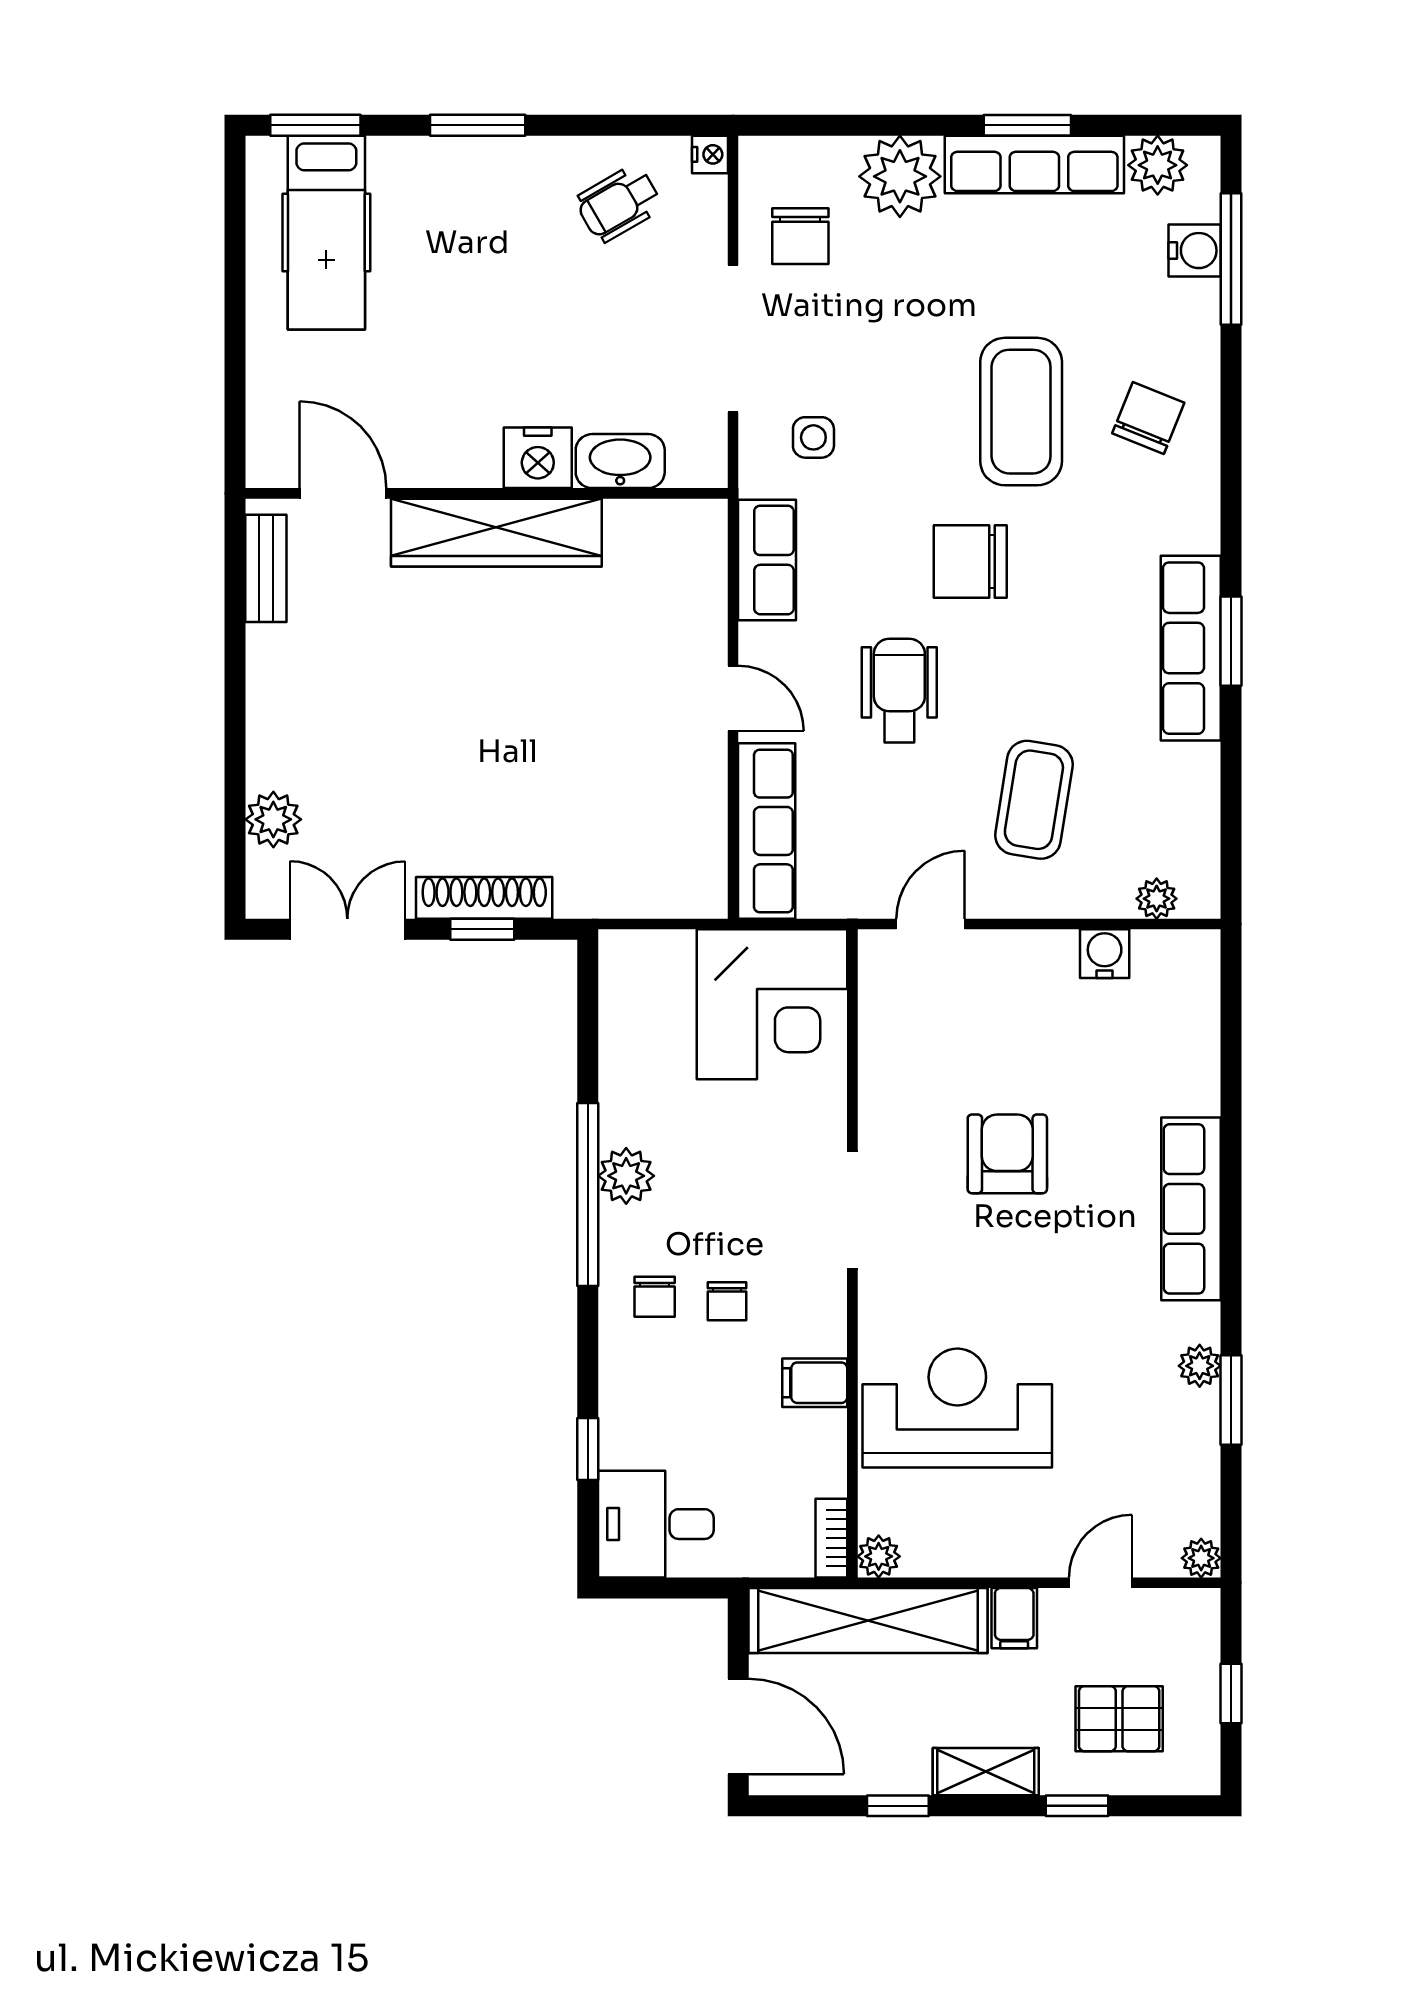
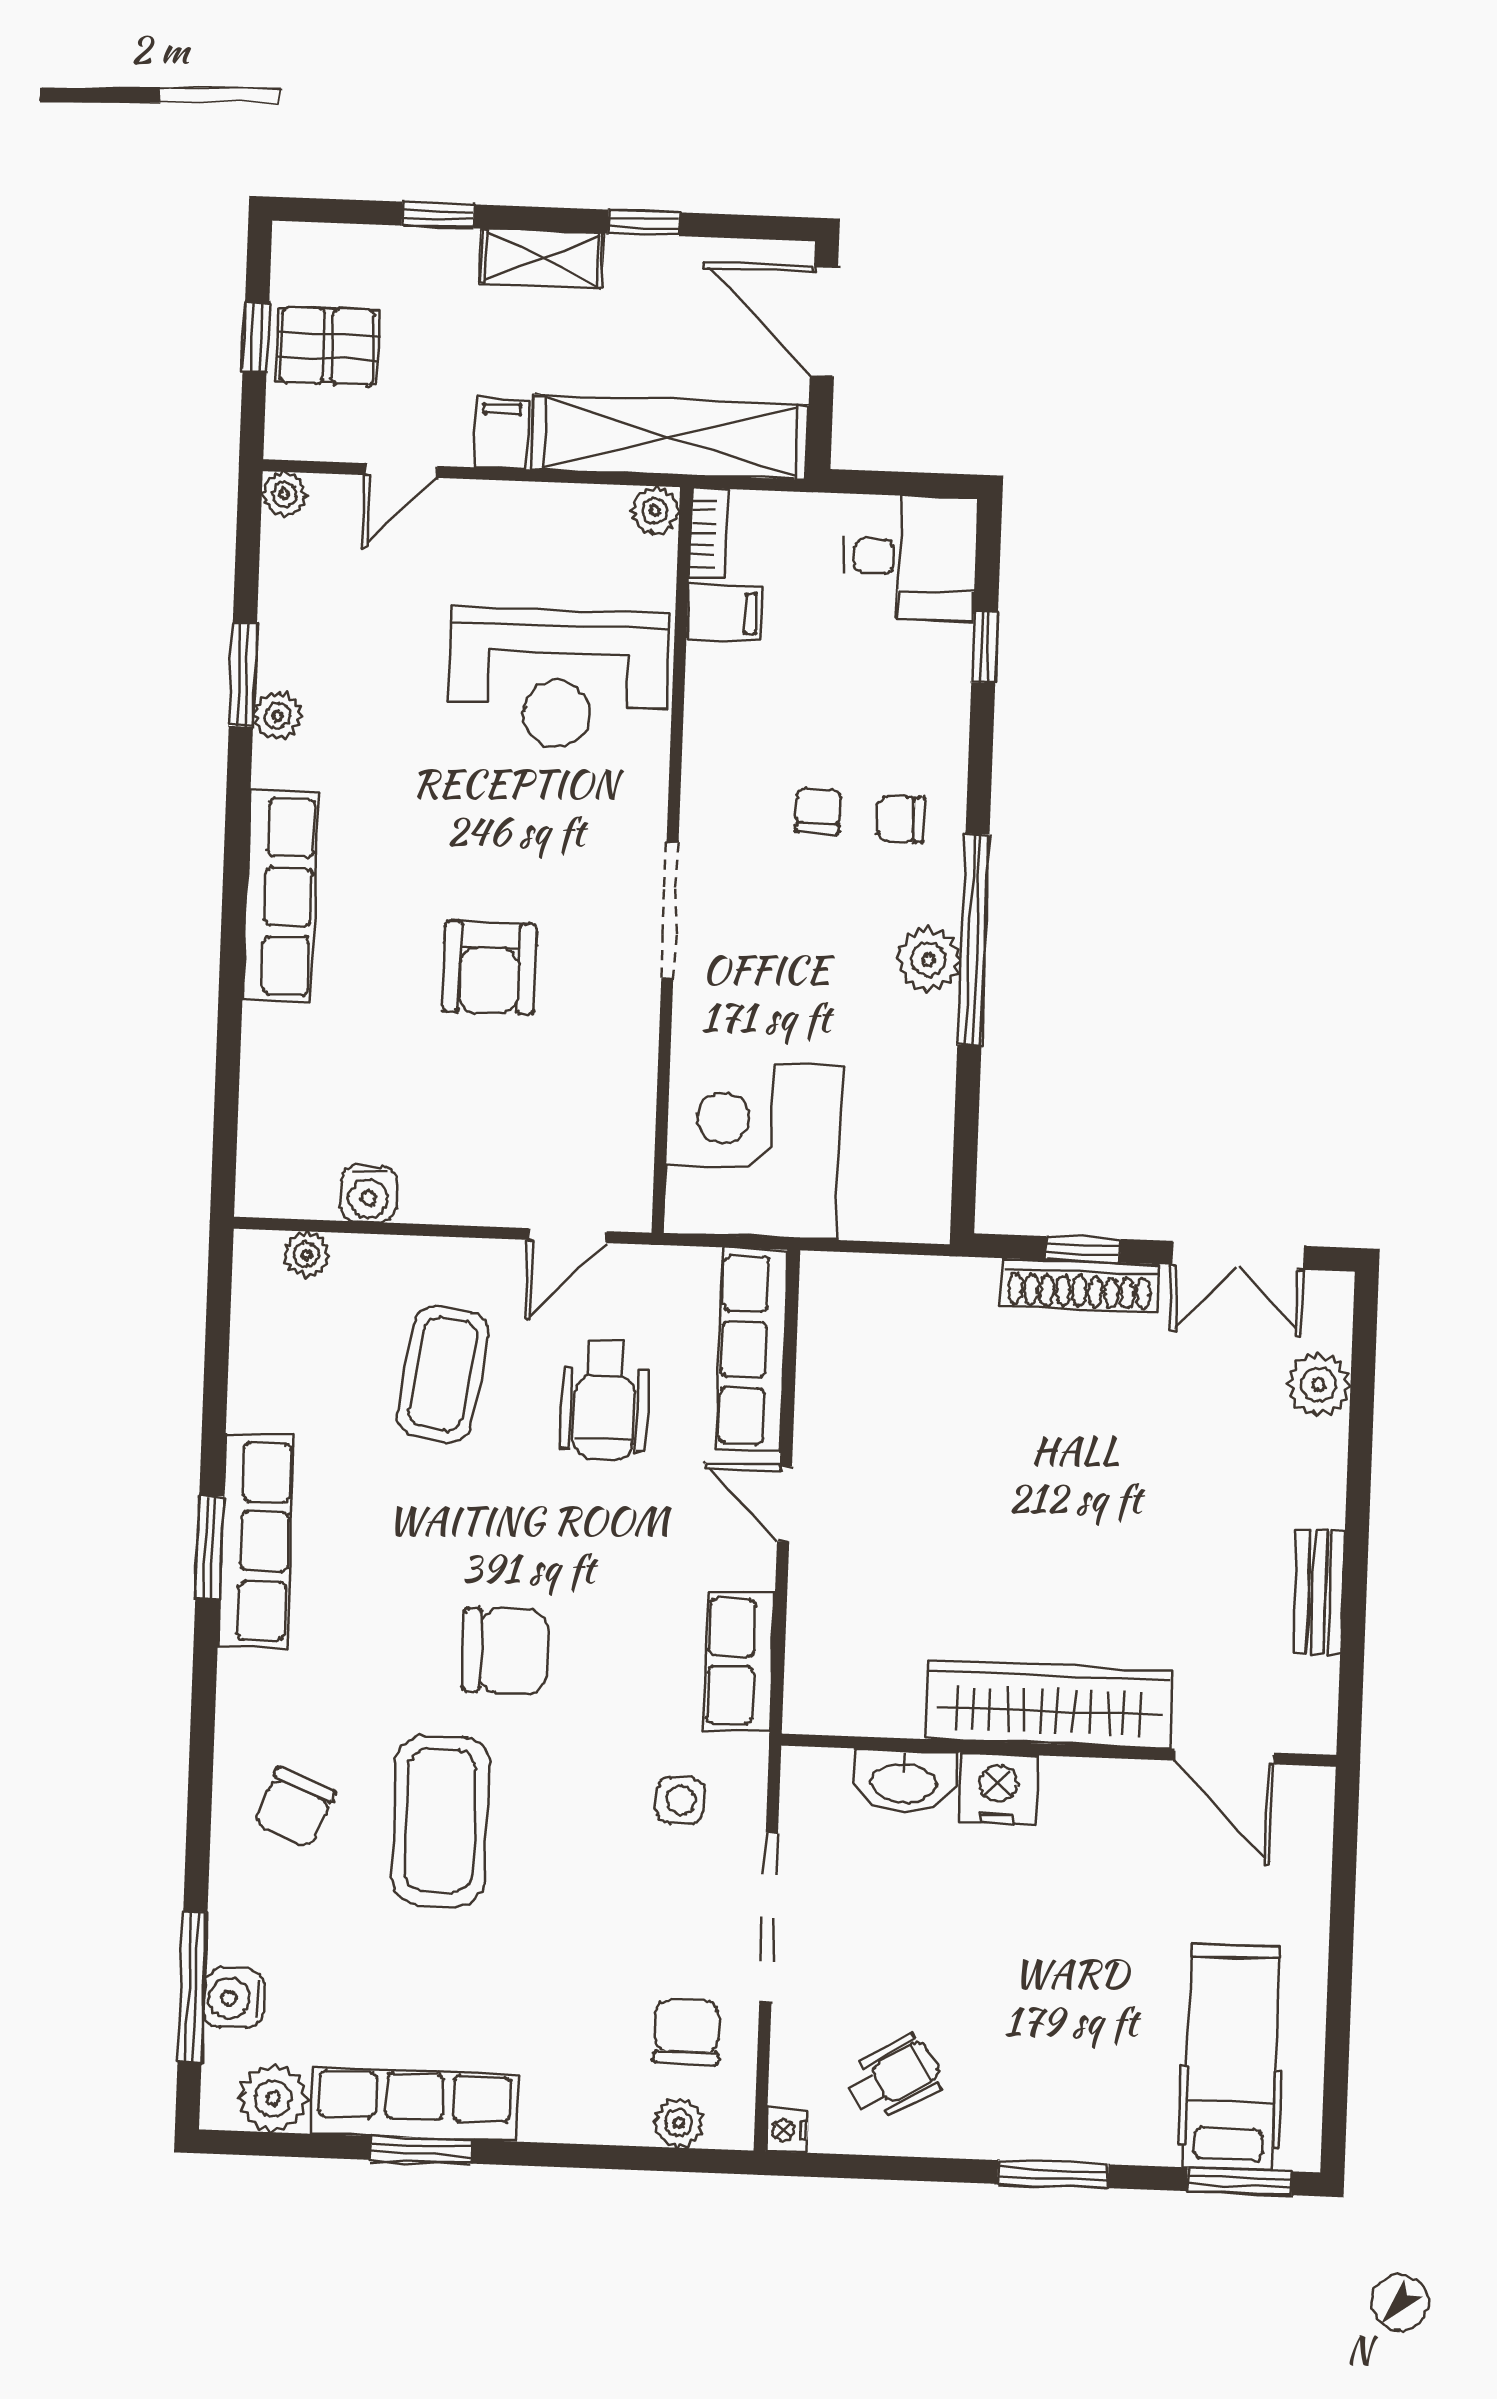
plant: (900, 176) -> (679, 2123), moved, width x0.53, depth x0.53
bench: (266, 568) -> (1319, 1592), moved
wheelchair: (899, 691) -> (605, 1399), moved
chair: (655, 1297) -> (901, 819), turned -90
filing cabinet: (815, 1383) -> (725, 612), moved
pallet: (1119, 1719) -> (328, 346), moved

